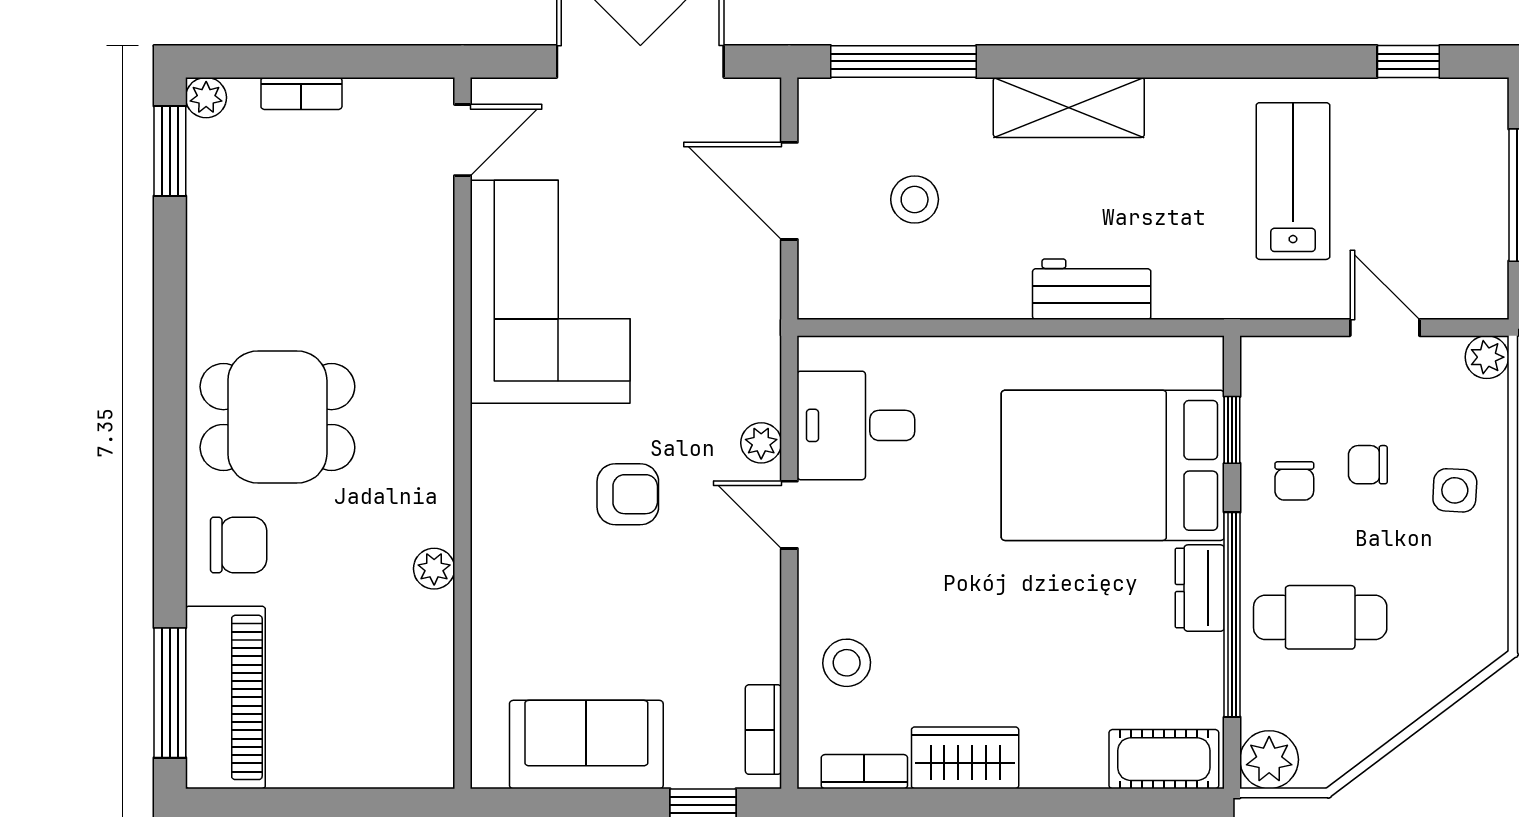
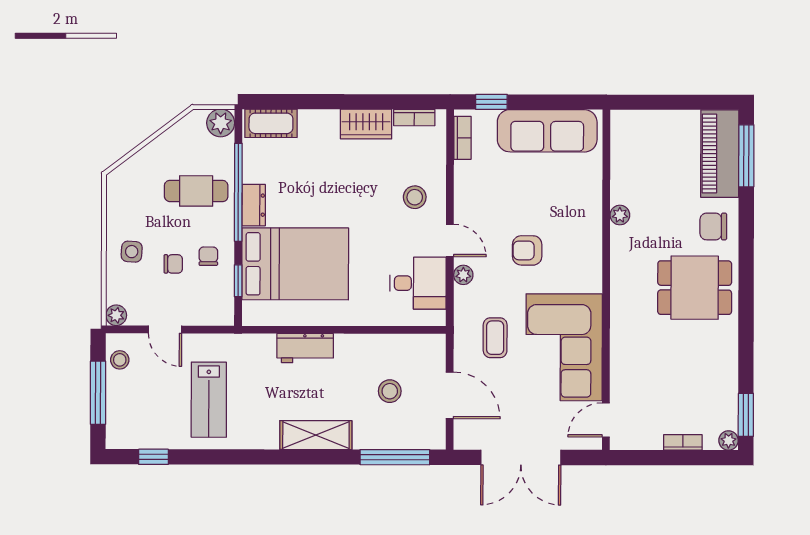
stool: (1479, 264) -> (120, 360), added
coffee table: (694, 312) -> (495, 338), added
stool: (847, 663) -> (415, 197), moved
sofa: (586, 745) -> (547, 131), width x1.36

